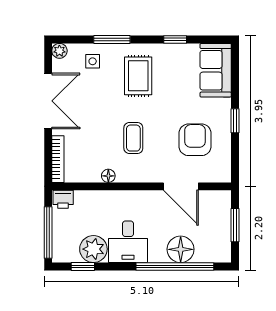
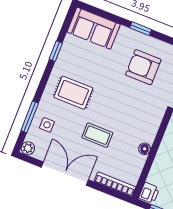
window: (112, 39) -> (30, 117), moved
coffee table: (133, 138) -> (97, 135), moved

